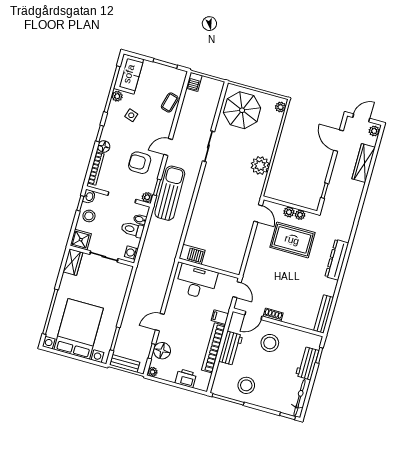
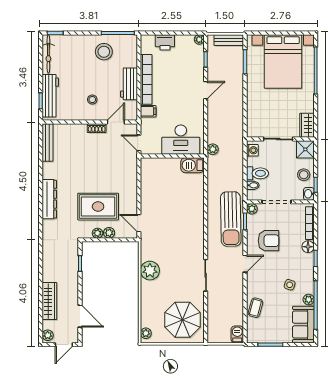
plant: (169, 264) -> (213, 149), added
stool: (270, 343) -> (92, 100), width x0.53, depth x0.53
floor lamp: (162, 351) -> (196, 63), removed
workbench: (307, 363) -> (50, 96), width x1.38

